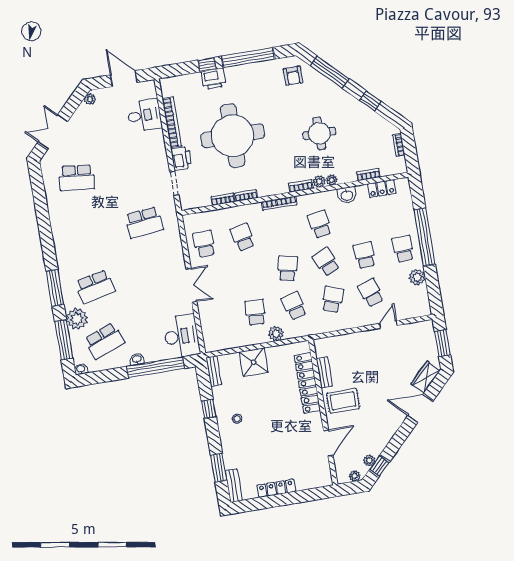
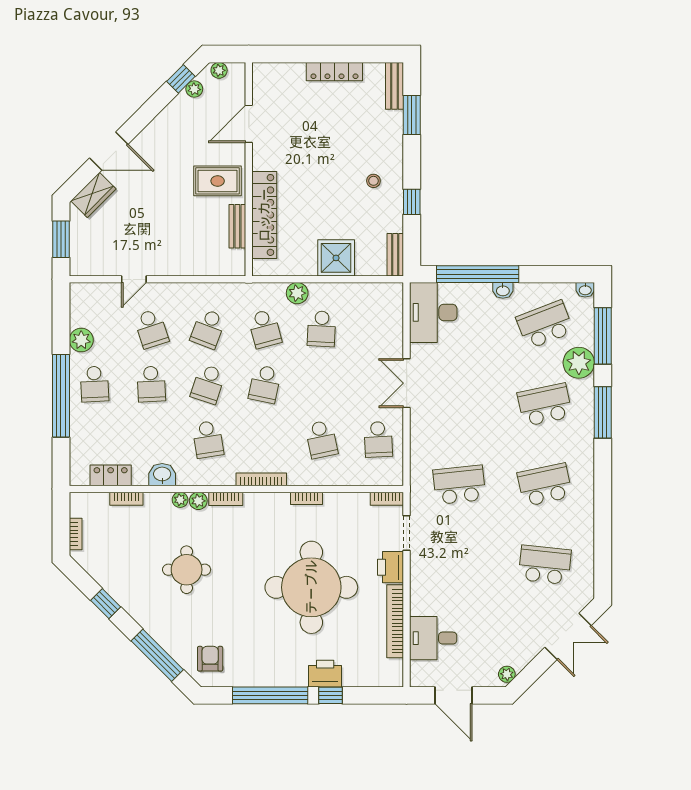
bookcase: (223, 199) -> (387, 499), moved
school desk: (86, 232) -> (545, 485), added
school desk: (326, 262) -> (208, 384), turned 42

